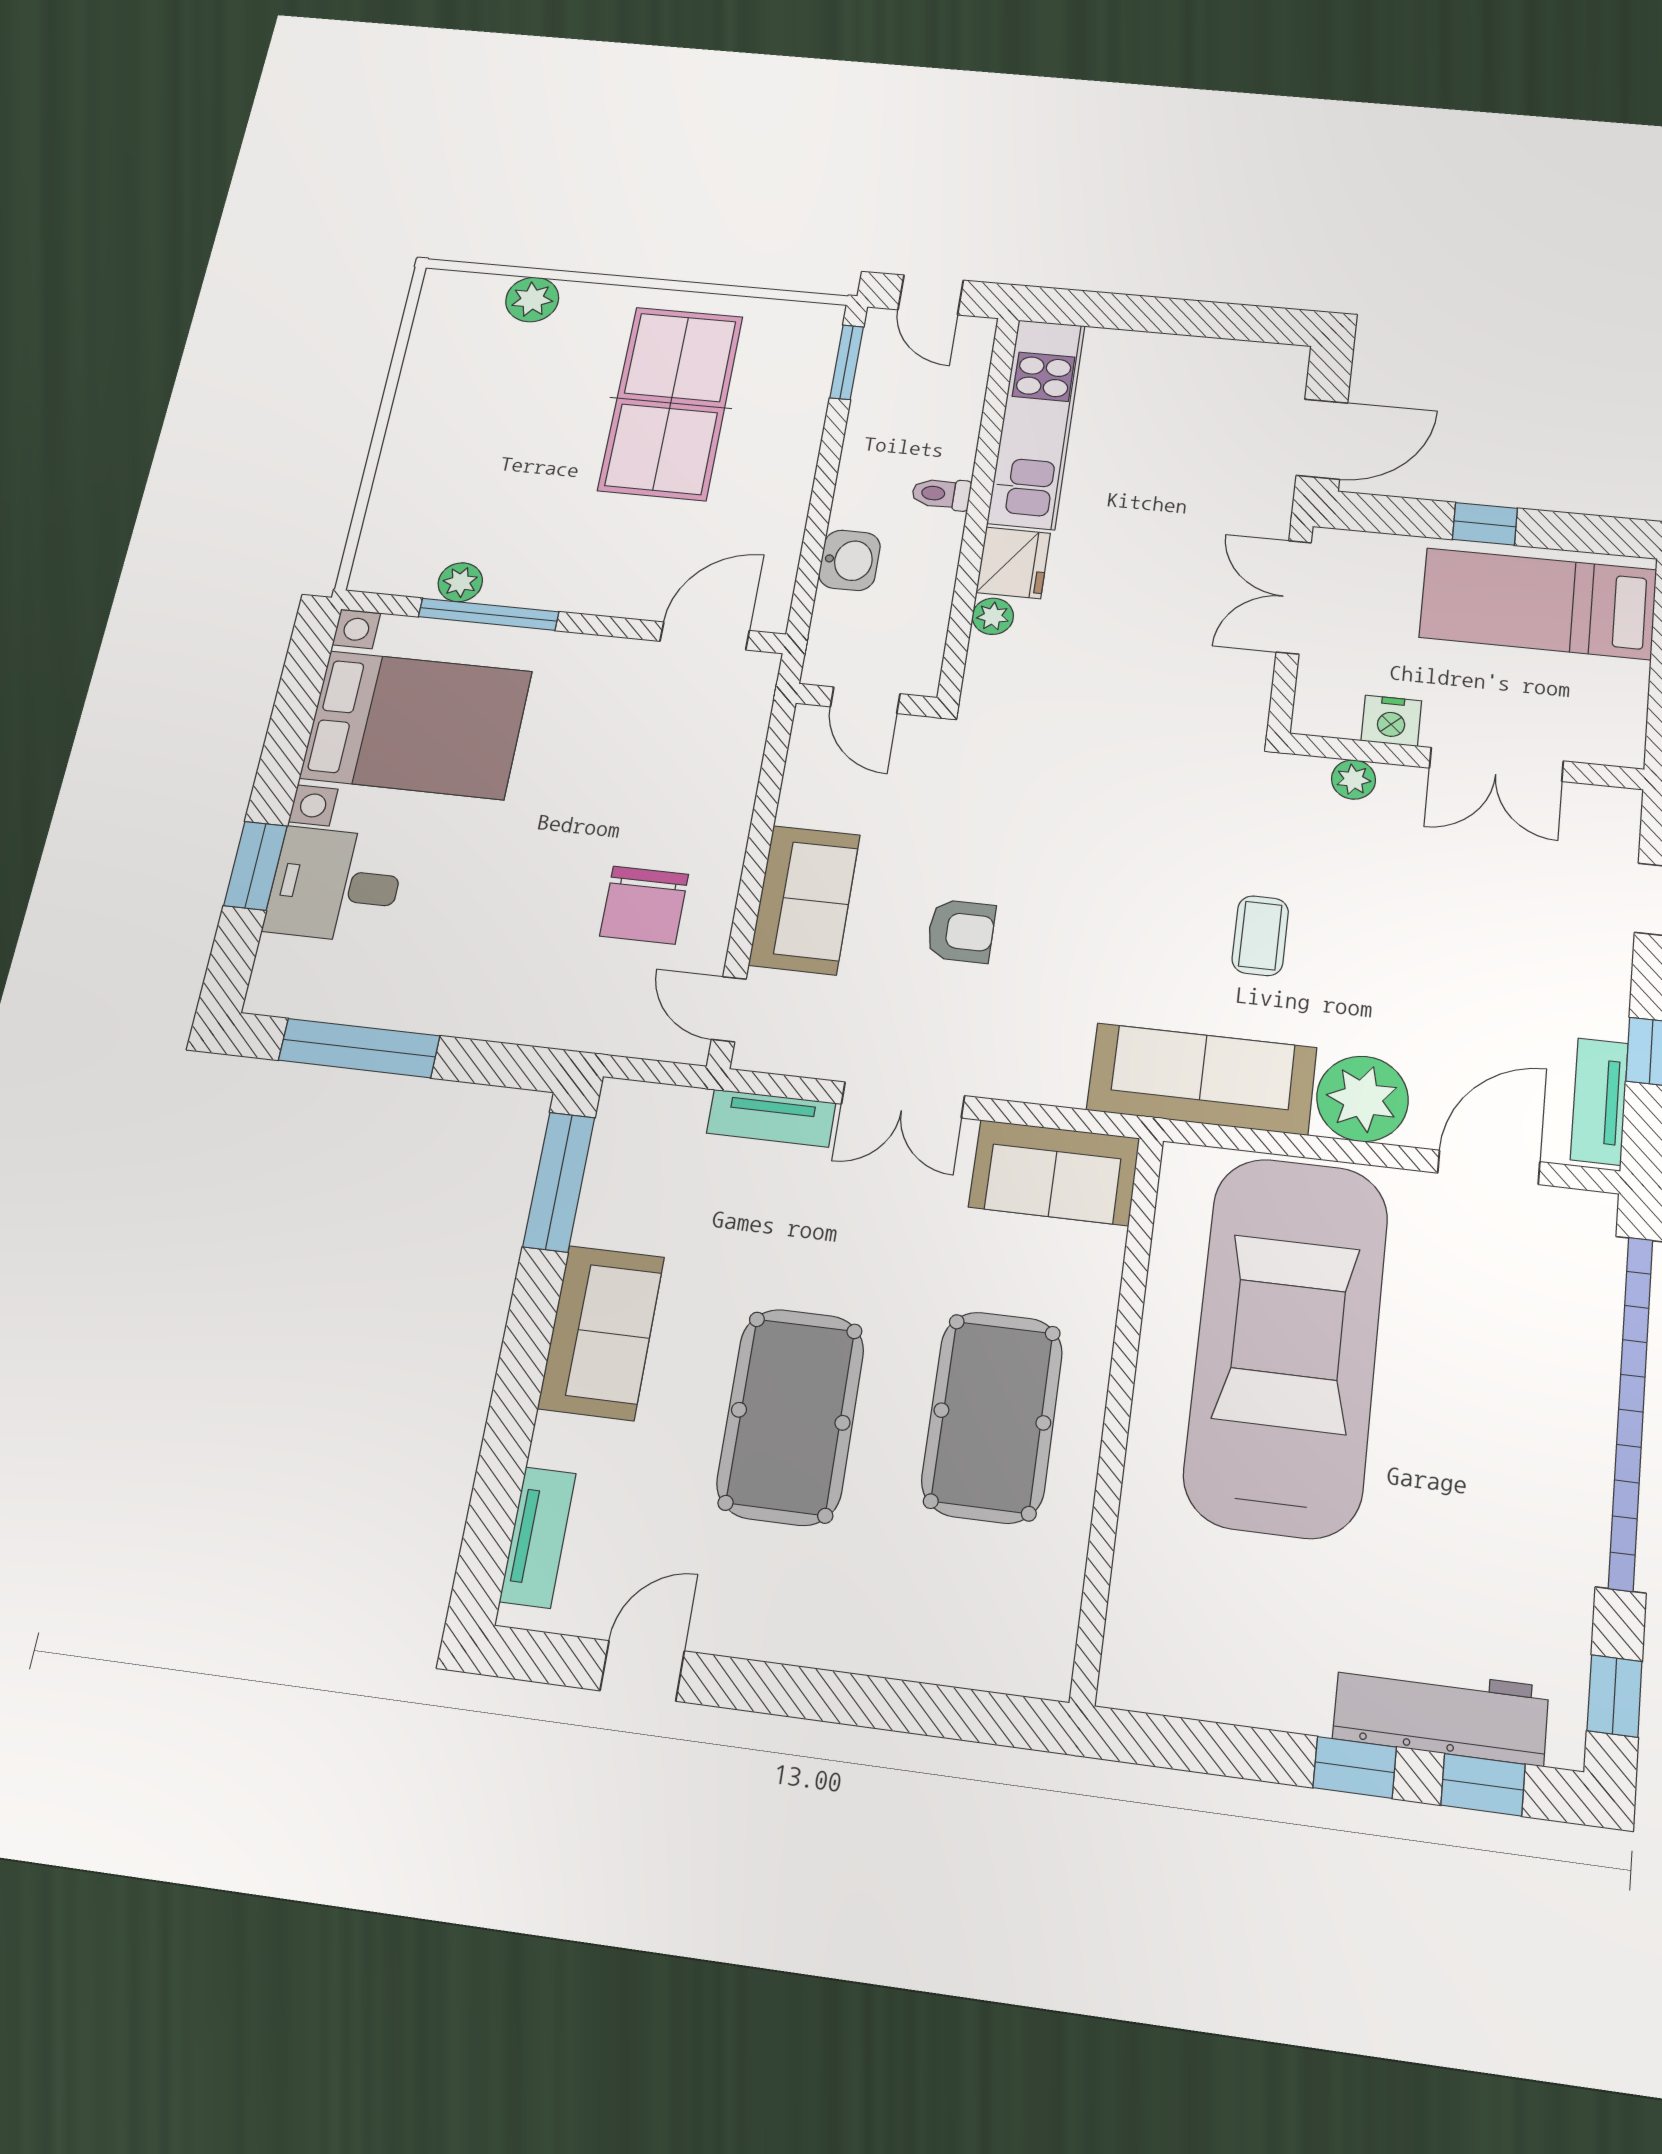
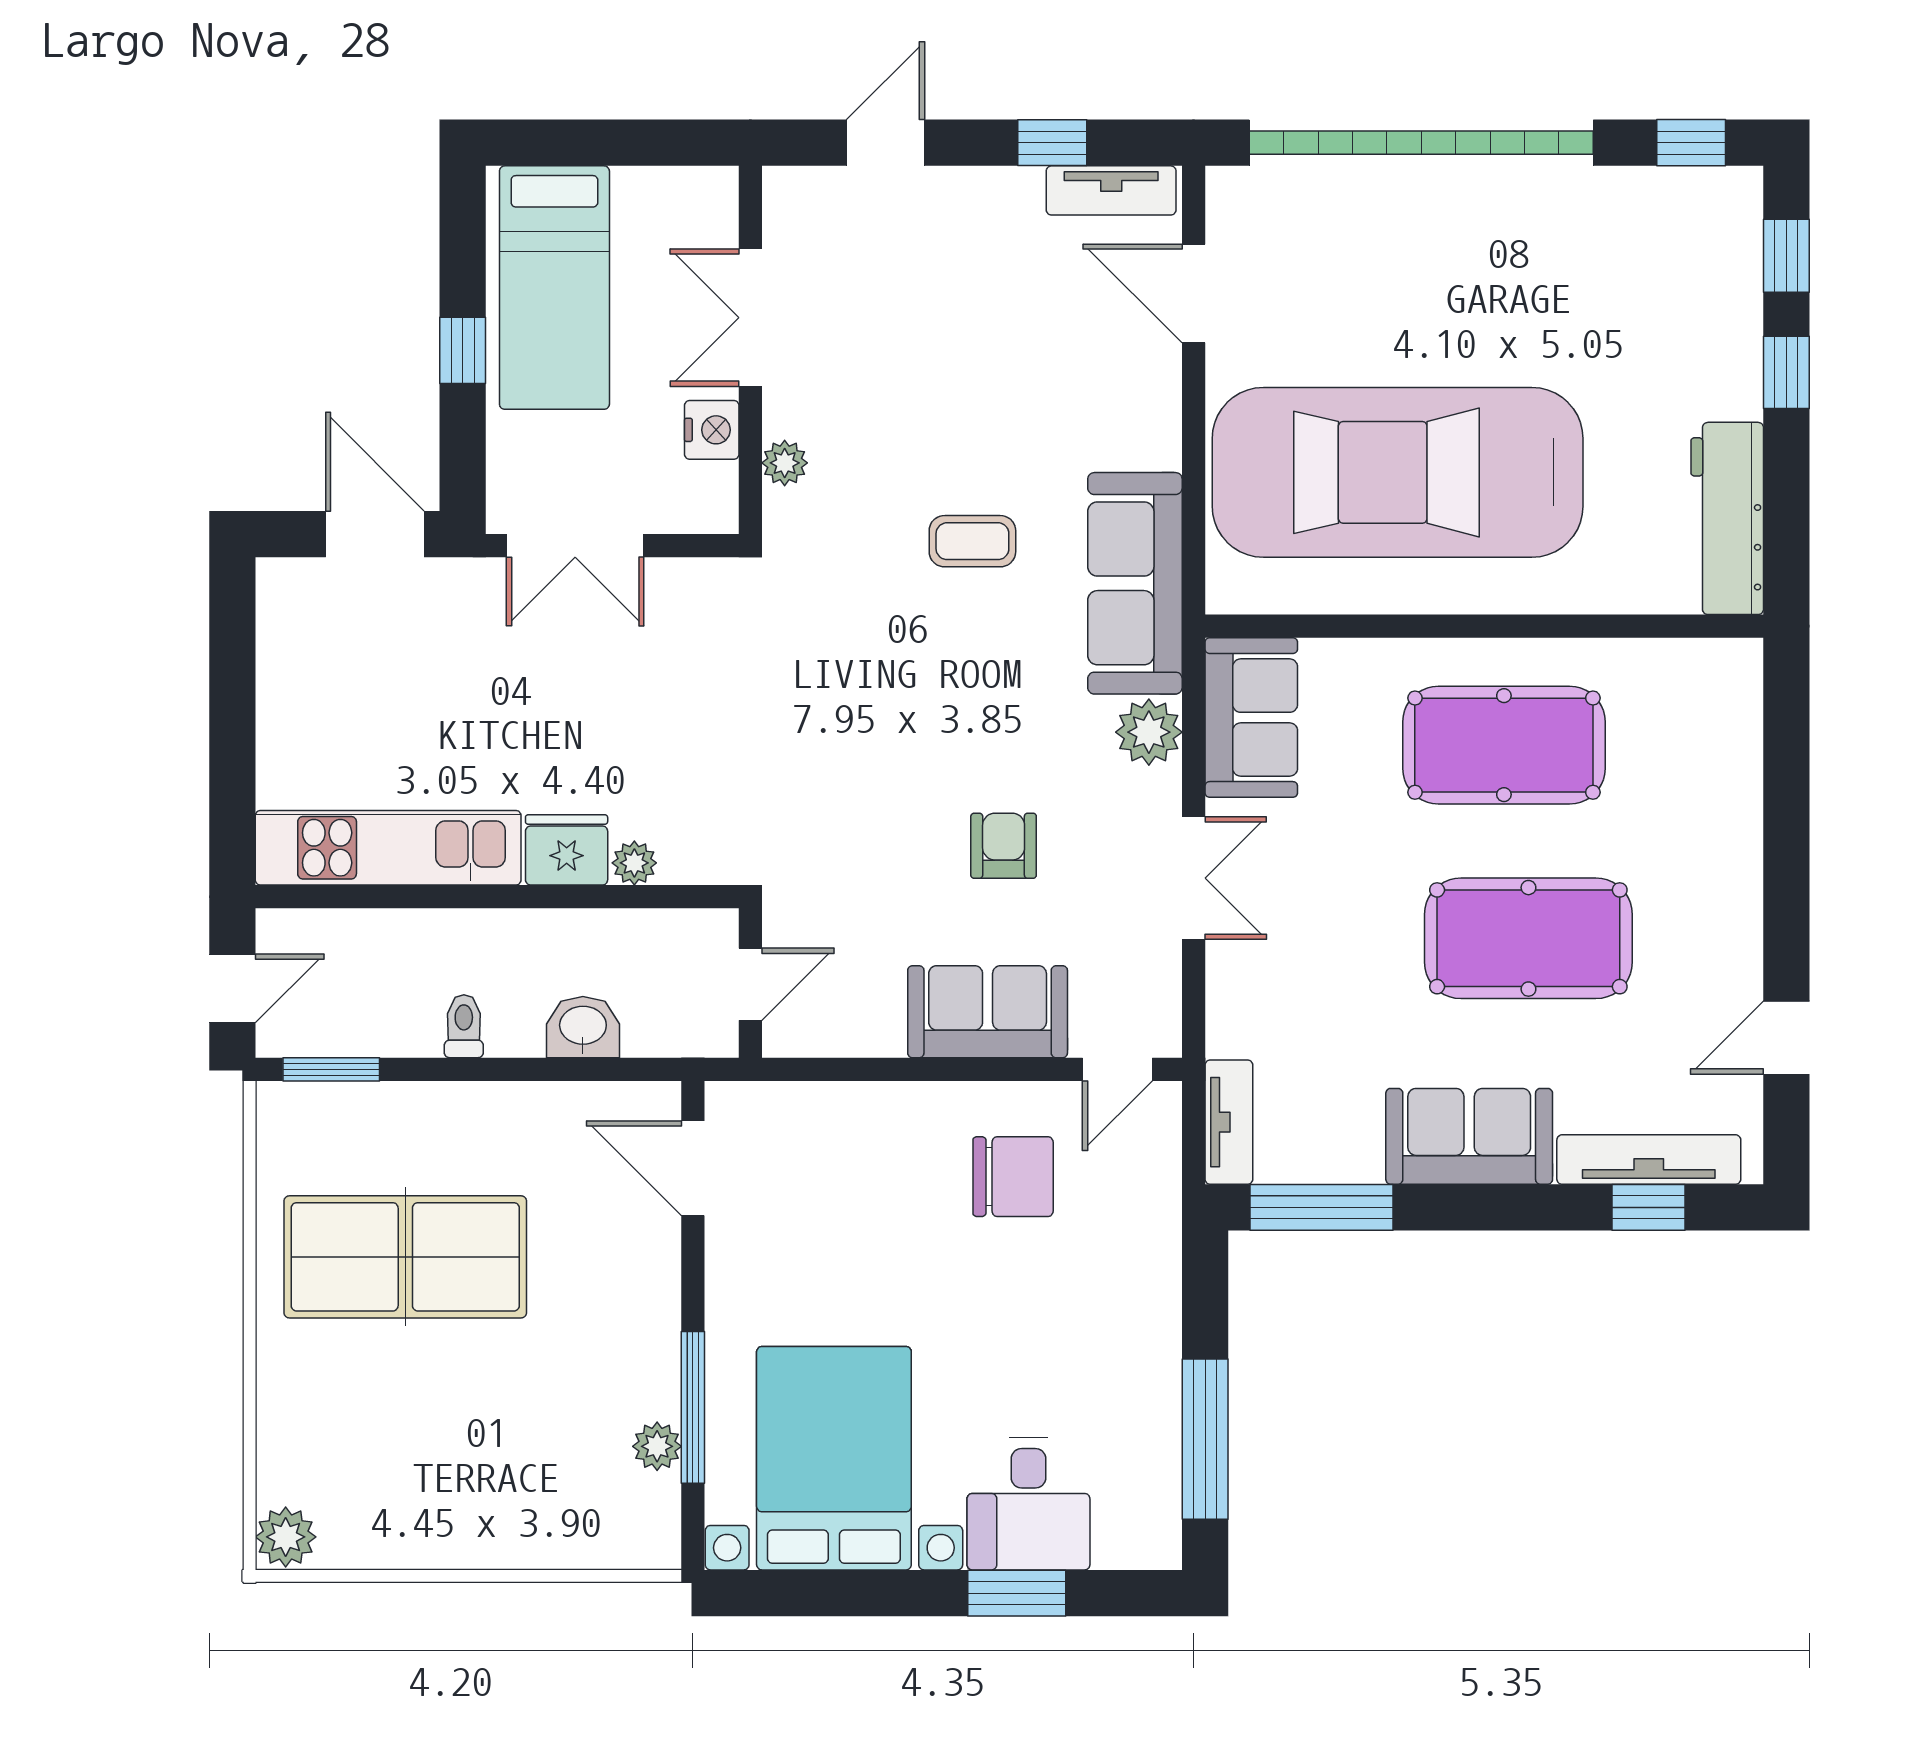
plant: (532, 299) -> (286, 1537), moved
toilet: (941, 494) -> (464, 1026), moved, turned 180
double door: (1496, 764) -> (750, 318), swing flipped
plant: (1362, 1099) -> (1149, 732), moved, width x0.73, depth x0.73
tv unit: (771, 1118) -> (1229, 1122), moved
window: (494, 1503) -> (1648, 1207), added
tv unit: (538, 1537) -> (1649, 1160), width x1.41
door: (642, 1671) -> (1786, 1038), hinge flipped
workbench: (1441, 1713) -> (1727, 518), moved

